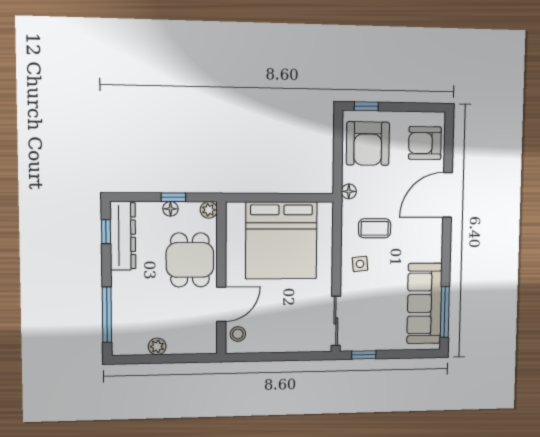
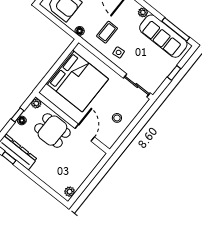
plant: (435, 254) -> (143, 12), added
window: (107, 315) -> (47, 188), removed
stool: (238, 334) -> (117, 118), moved
plant: (157, 346) -> (70, 192), moved
window: (364, 355) -> (174, 73), moved

